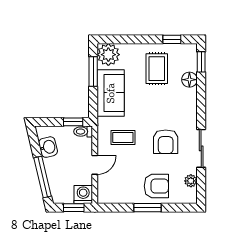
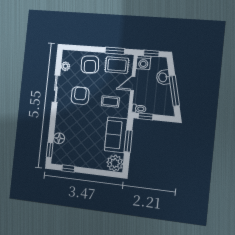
rug: (157, 69) -> (117, 65), moved, turned 90
window: (93, 71) -> (128, 141), moved
washbasin: (48, 147) -> (163, 77), moved
window: (43, 177) -> (174, 91), moved
armchair: (156, 186) -> (90, 64), turned -95
window: (148, 208) -> (115, 51), moved

